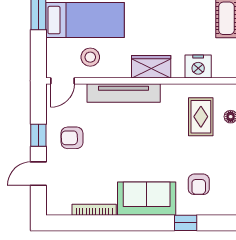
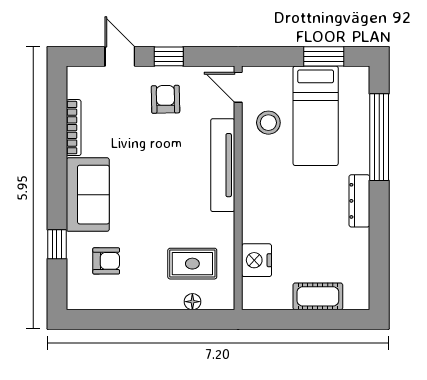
wardrobe: (151, 67) -> (256, 200), removed
armchair: (199, 184) -> (106, 261), turned 180

